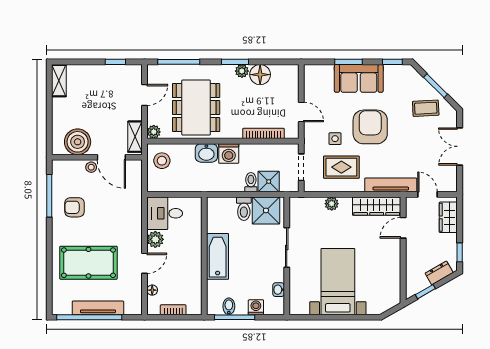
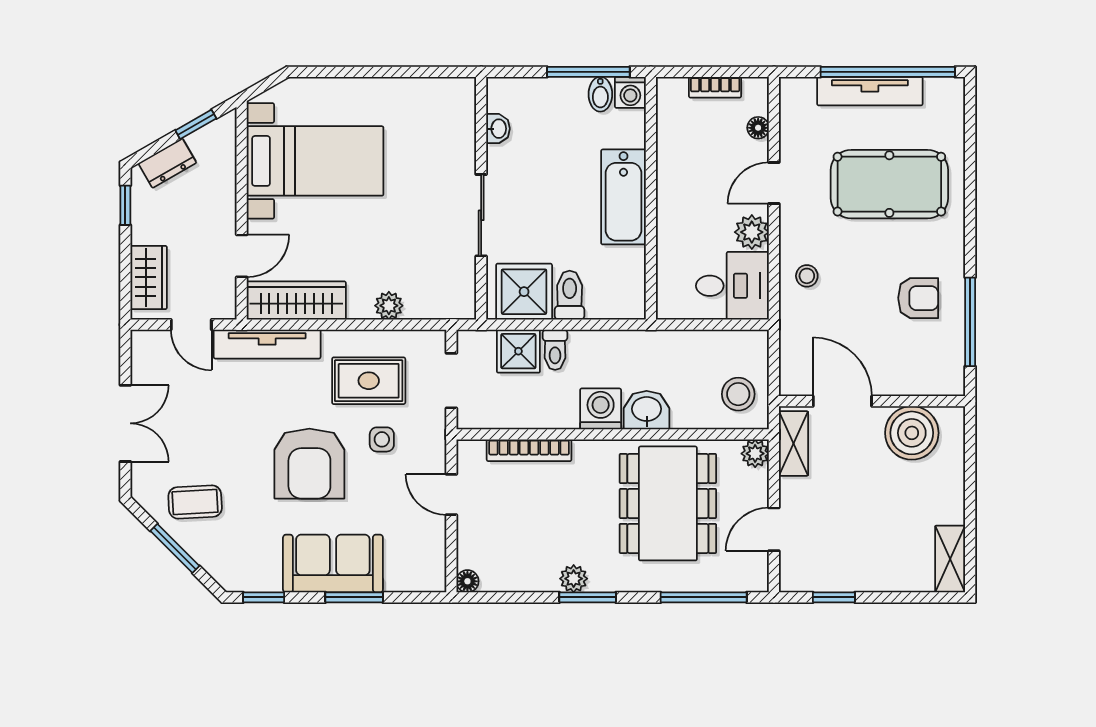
floor lamp: (260, 75) -> (467, 581), moved, width x0.53, depth x0.53
stool: (91, 167) -> (807, 276), moved
bed with nightstands: (338, 282) -> (315, 161), moved, turned -90
washing machine: (256, 307) -> (630, 92), moved

